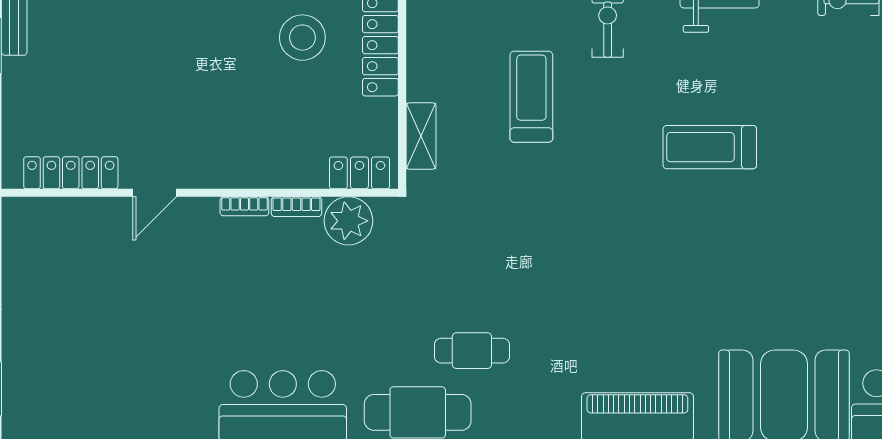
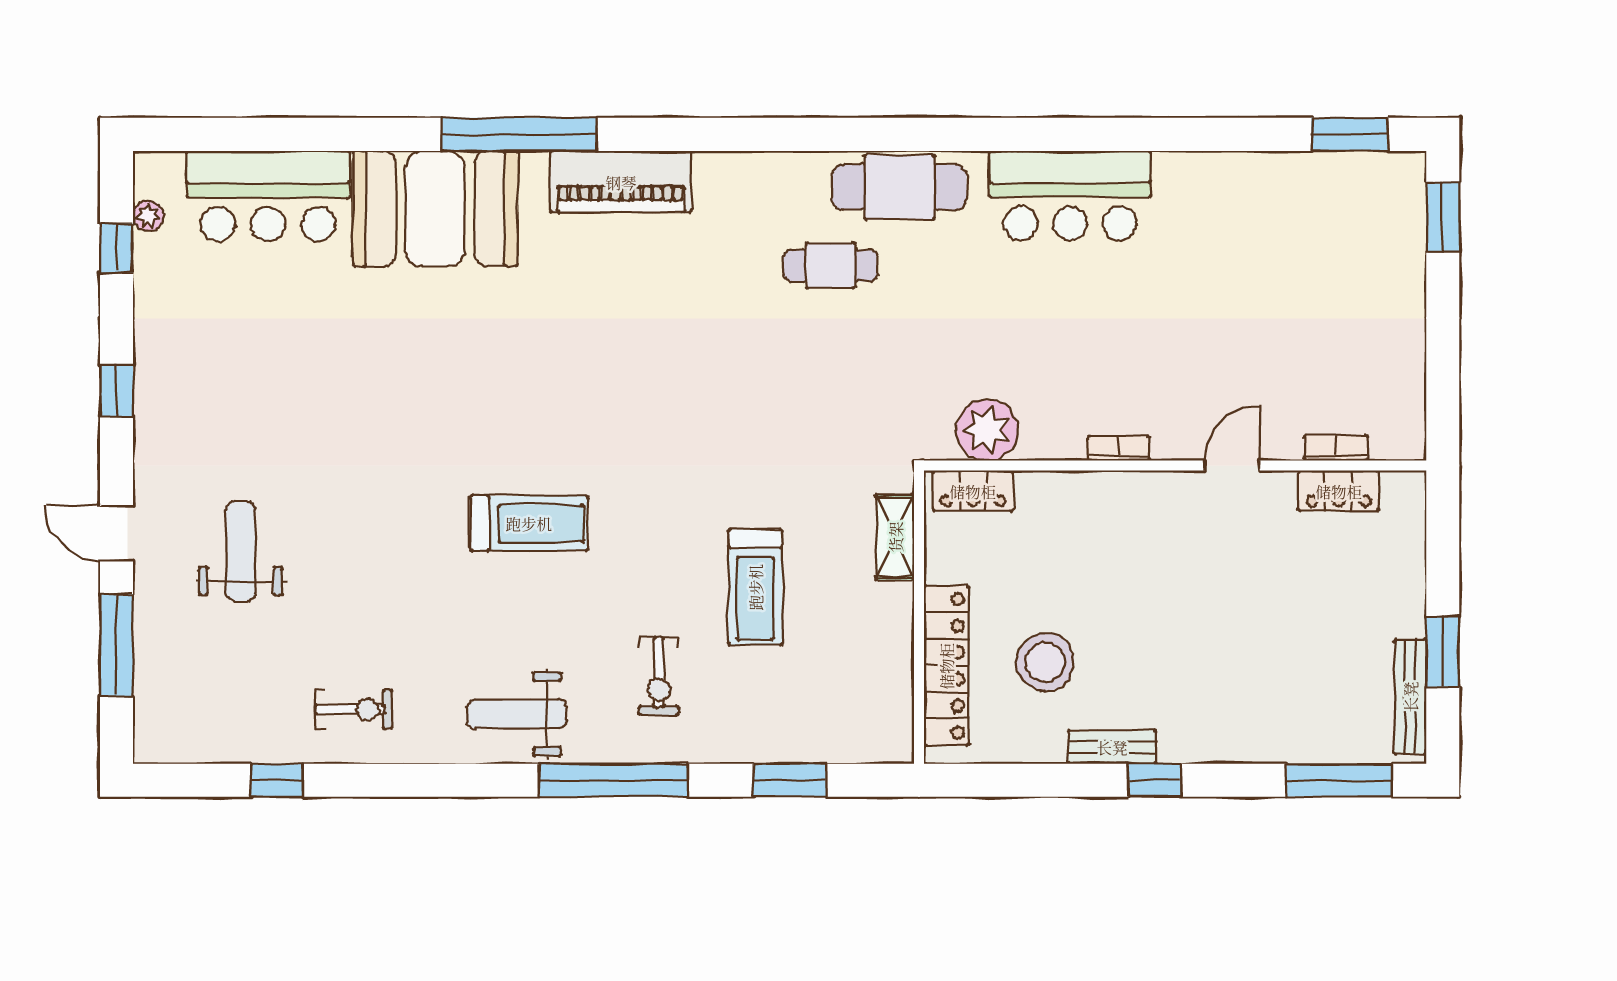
locker: (71, 173) -> (1339, 491), width x0.66
bookcase: (296, 207) -> (1336, 448), moved

